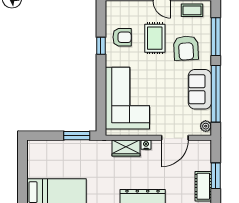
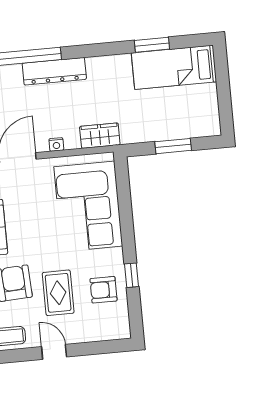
window: (77, 136) -> (173, 146), moved
wardrobe: (126, 148) -> (100, 136), moved

